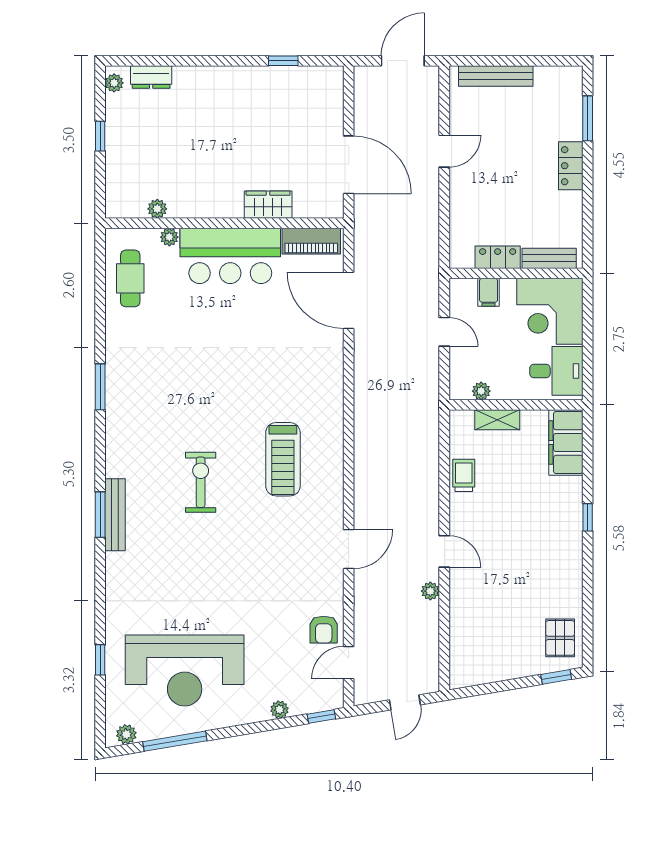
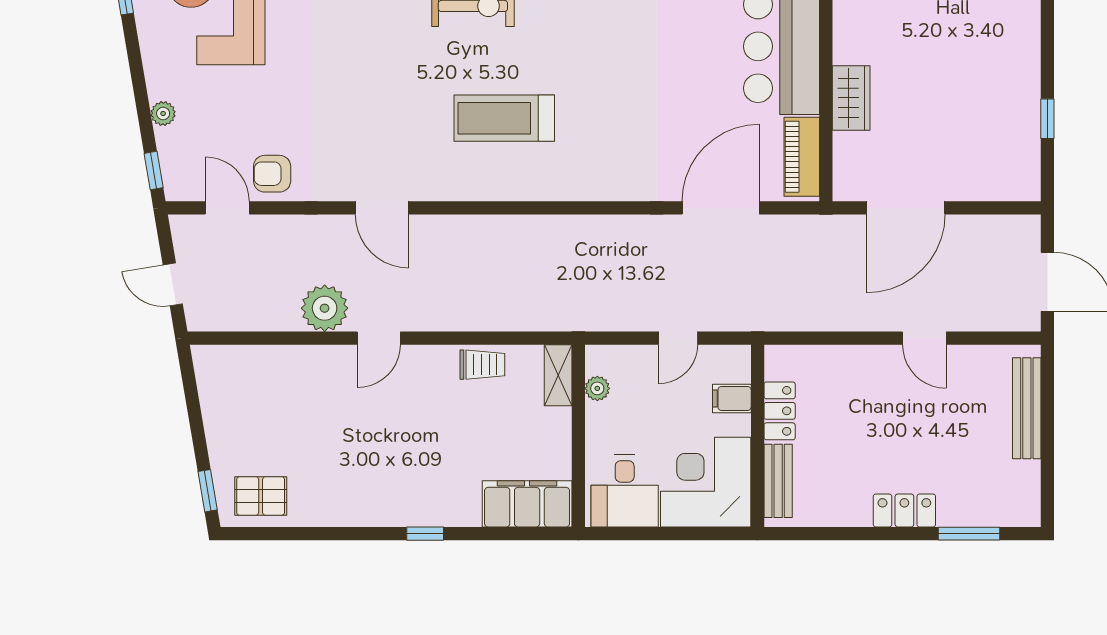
shelving: (497, 420) -> (558, 375), moved
plant: (430, 591) -> (325, 308), width x1.88, depth x1.88

